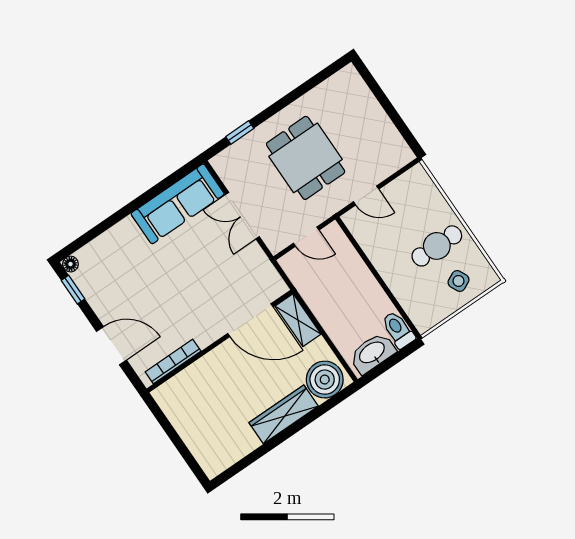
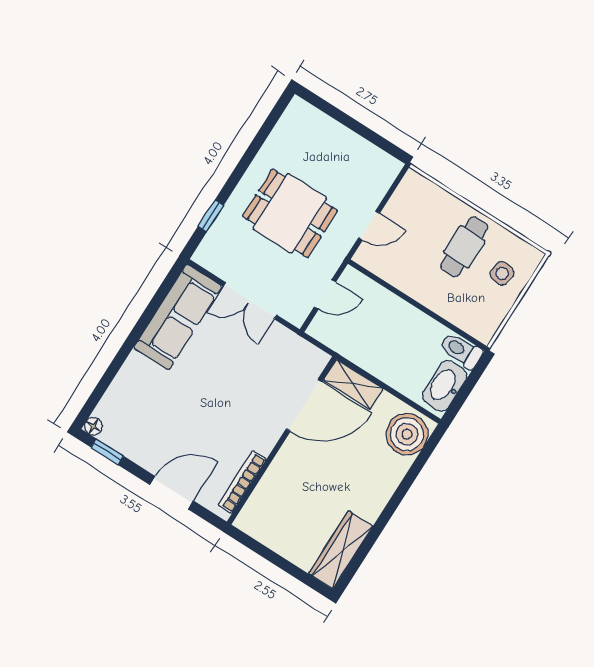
side table: (458, 281) -> (502, 273), turned 37
wardrobe: (284, 414) -> (341, 550), moved

